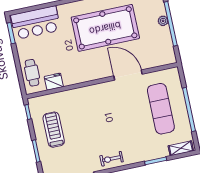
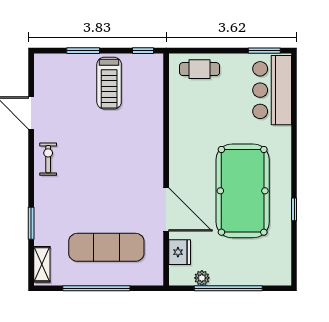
plant: (163, 21) -> (202, 278), moved
door: (128, 75) -> (166, 209), hinge flipped
fridge: (54, 82) -> (180, 252), moved
treadmill: (54, 130) -> (109, 83), turned 90

